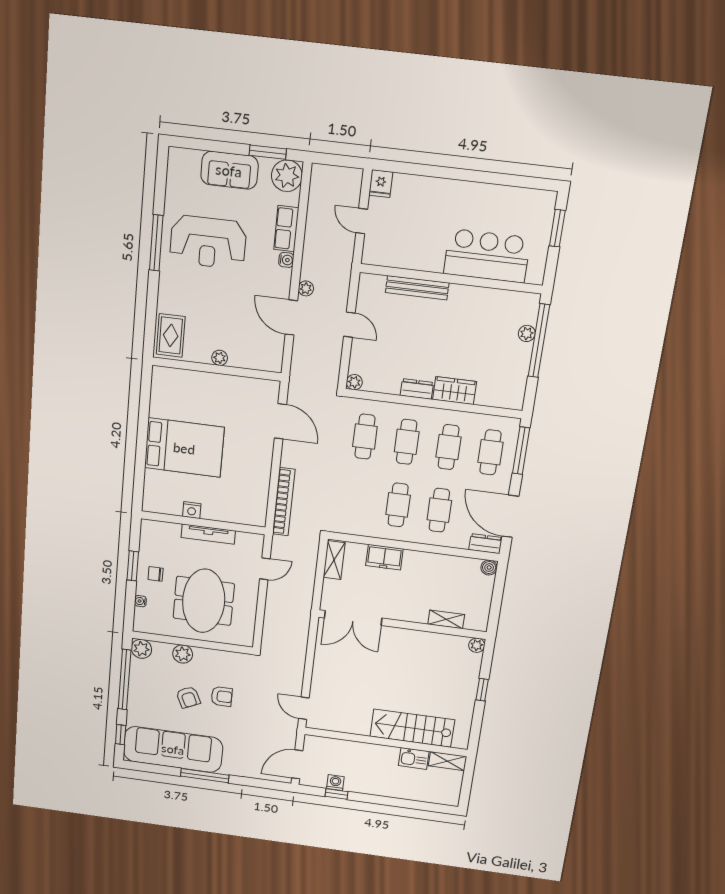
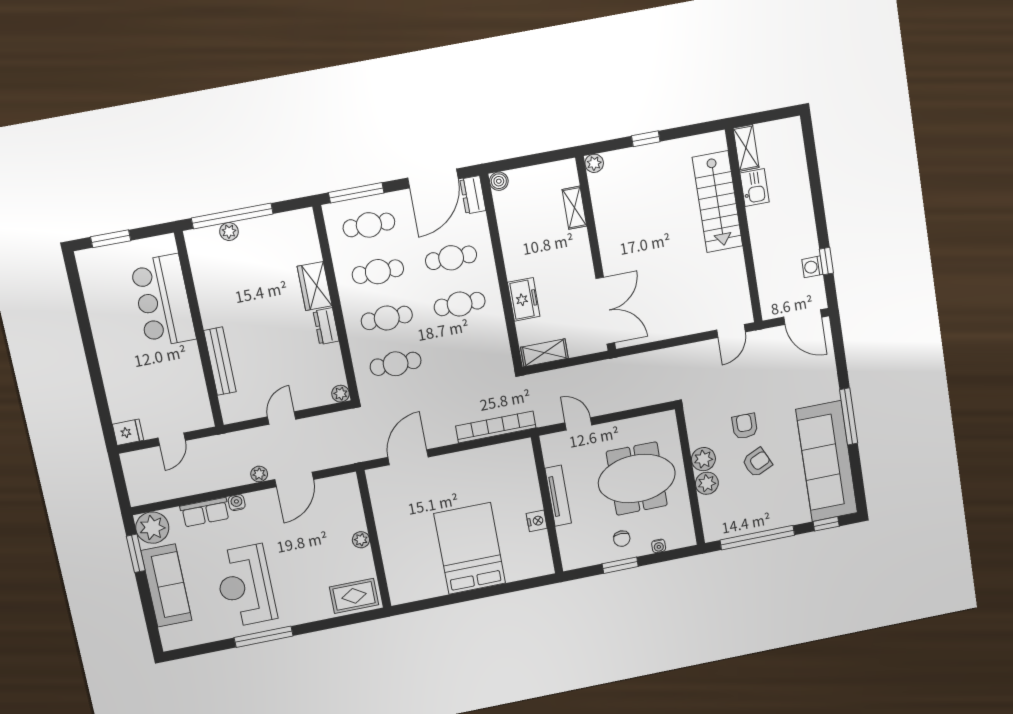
sofa: (229, 170) -> (166, 585), width x1.36
reception desk: (208, 242) -> (245, 586), turned 180
plant: (141, 649) -> (703, 459), moved

